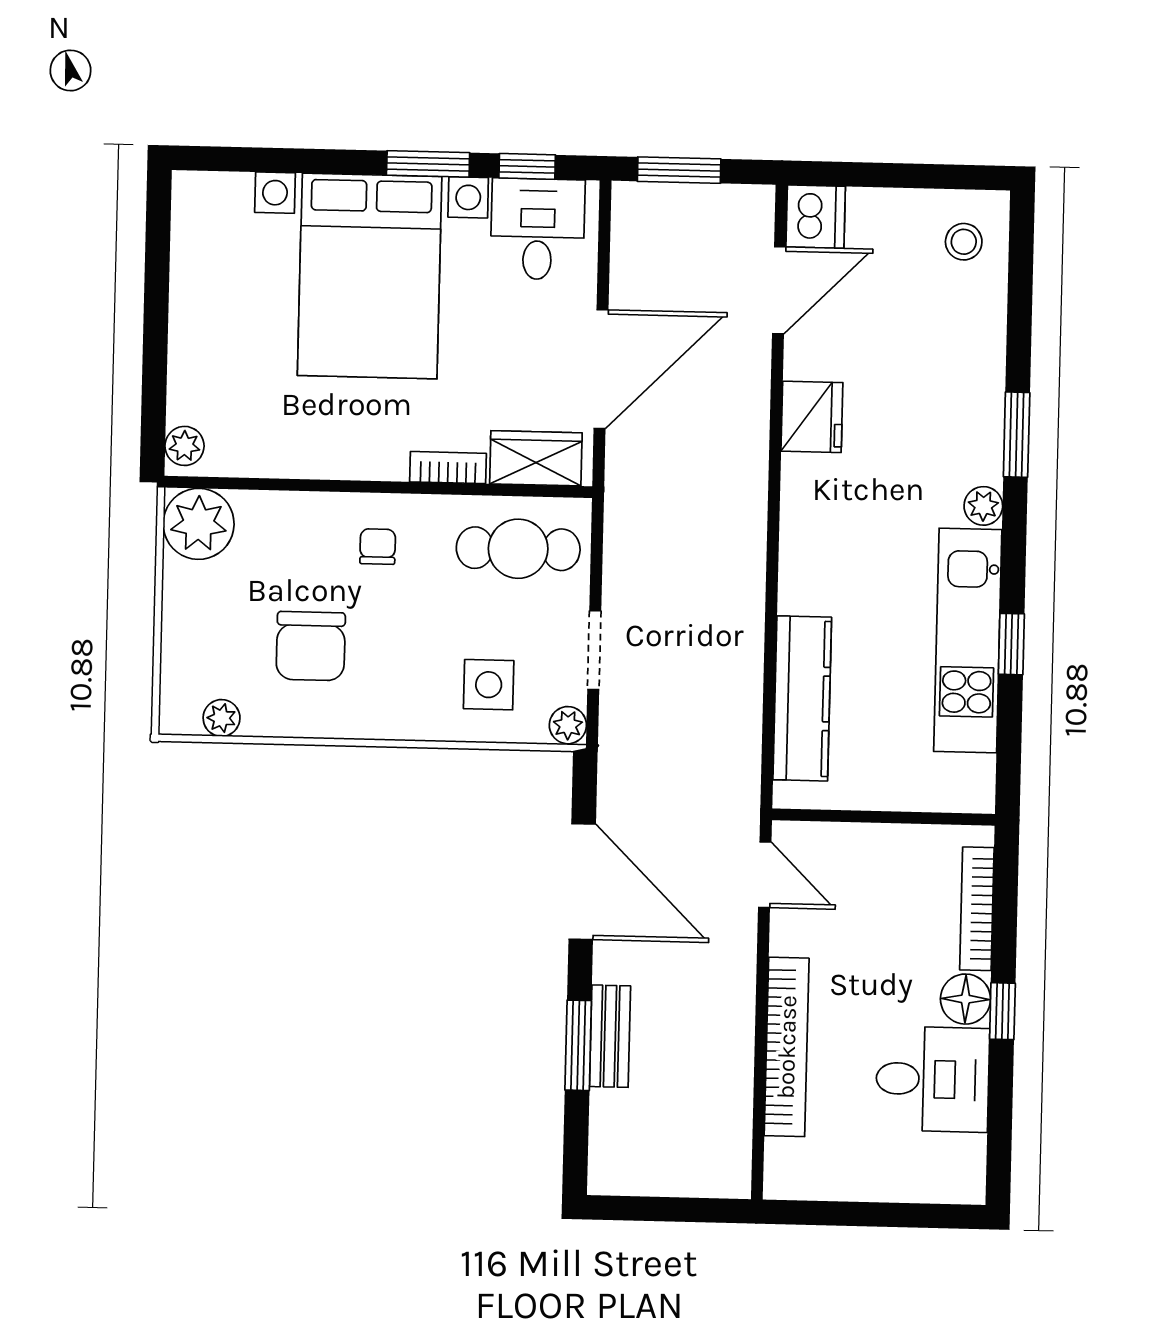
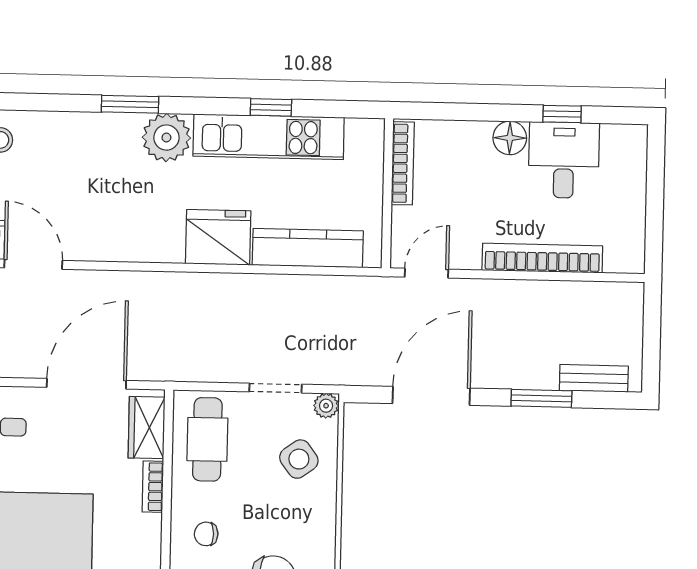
door: (601, 369) -> (86, 384), hinge flipped
fridge: (812, 417) -> (218, 237), moved, width x1.36, depth x1.34
plant: (983, 506) -> (166, 138), width x1.88, depth x1.88
side table: (489, 685) -> (299, 459), turned -36
bookcase: (977, 909) -> (403, 163), moved, turned -90
window: (1002, 1011) -> (562, 114), moved
bench: (610, 1036) -> (594, 378), moved

